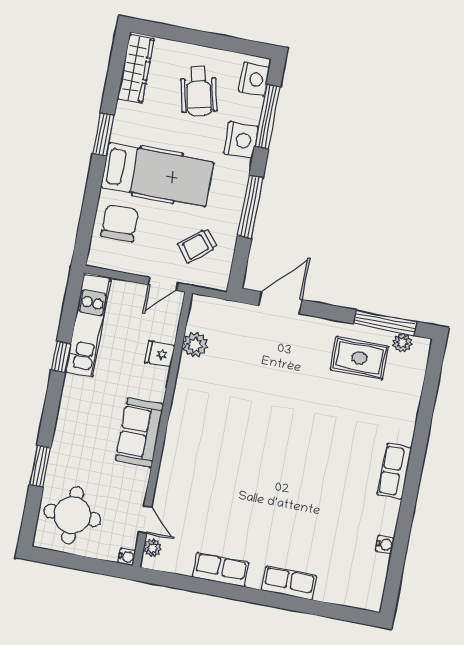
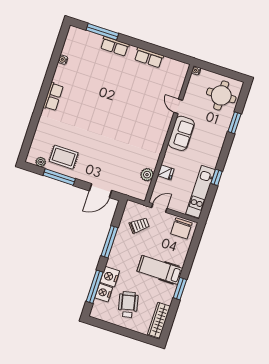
nightstand: (254, 79) -> (104, 293), moved
hospital bed: (157, 174) -> (160, 270), width x0.73, depth x0.78
chair: (120, 223) -> (181, 228), moved
window: (385, 323) -> (59, 177), moved
door: (145, 520) -> (178, 106), moved
plant: (152, 548) -> (182, 73), removed
window: (316, 608) -> (102, 32), added

